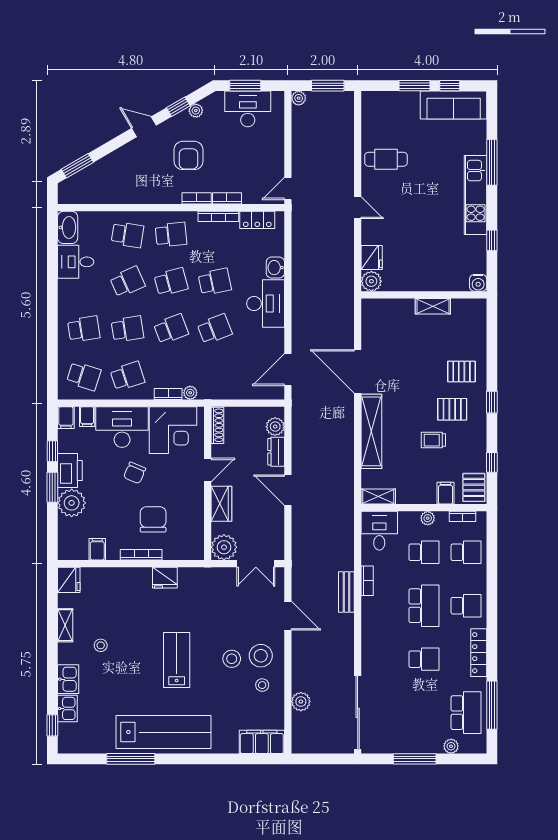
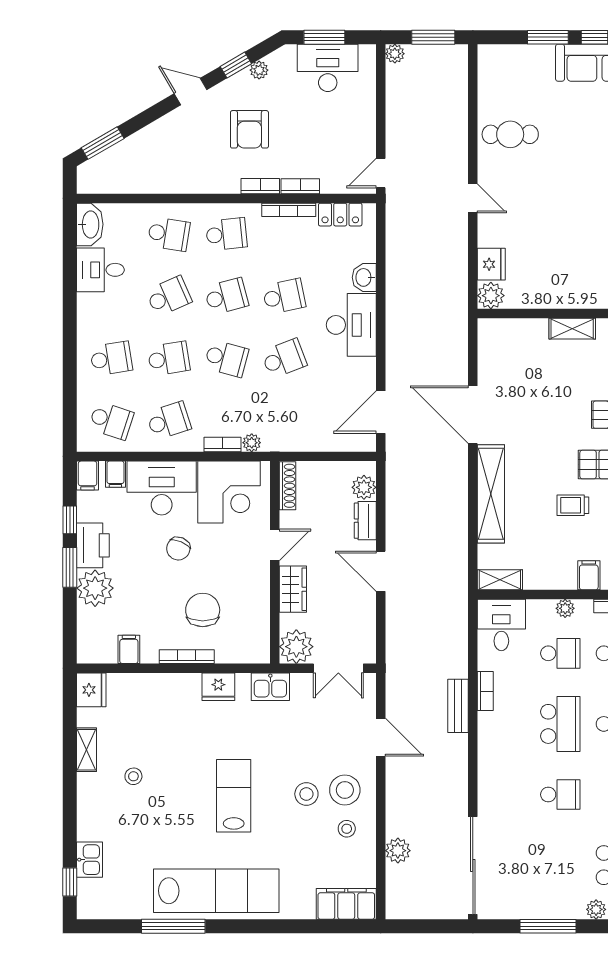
school desk: (171, 329) -> (226, 358), turned 36
kitchen sink: (68, 679) -> (270, 687), moved, turned 90

